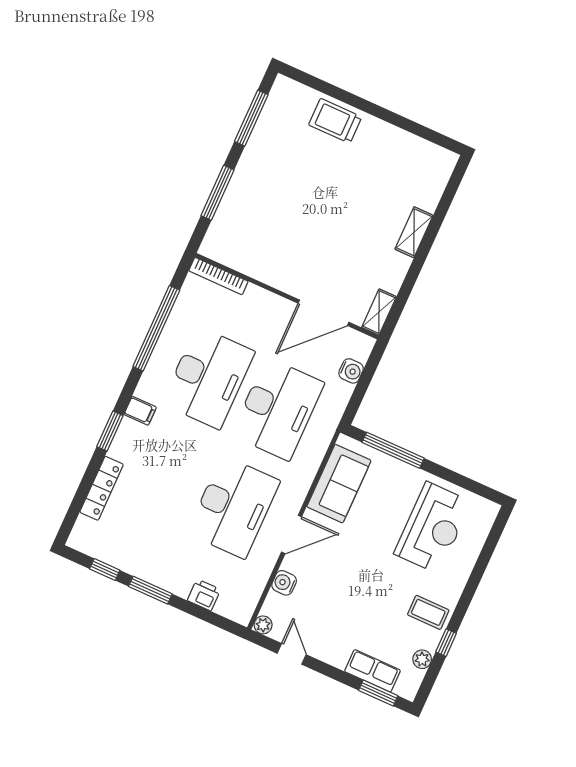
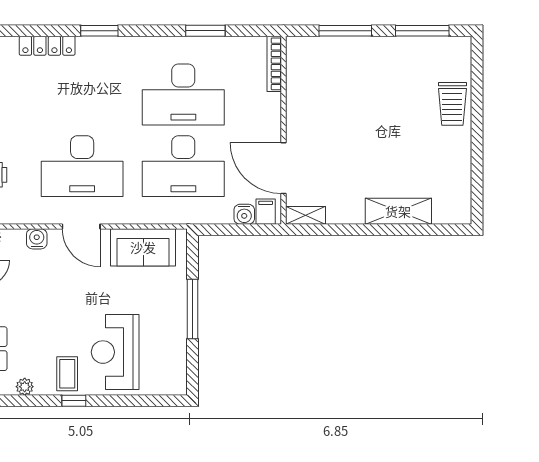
trolley: (335, 121) -> (452, 104), turned 180
shelving: (414, 232) -> (398, 211), width x1.50, depth x1.33
window: (156, 328) -> (205, 31), width x0.47
filing cabinet: (140, 411) -> (266, 212), moved, turned 180
window: (393, 450) -> (193, 309), moved
reception desk: (433, 528) -> (115, 352), moved, turned 90
window: (446, 643) -> (74, 401), moved

